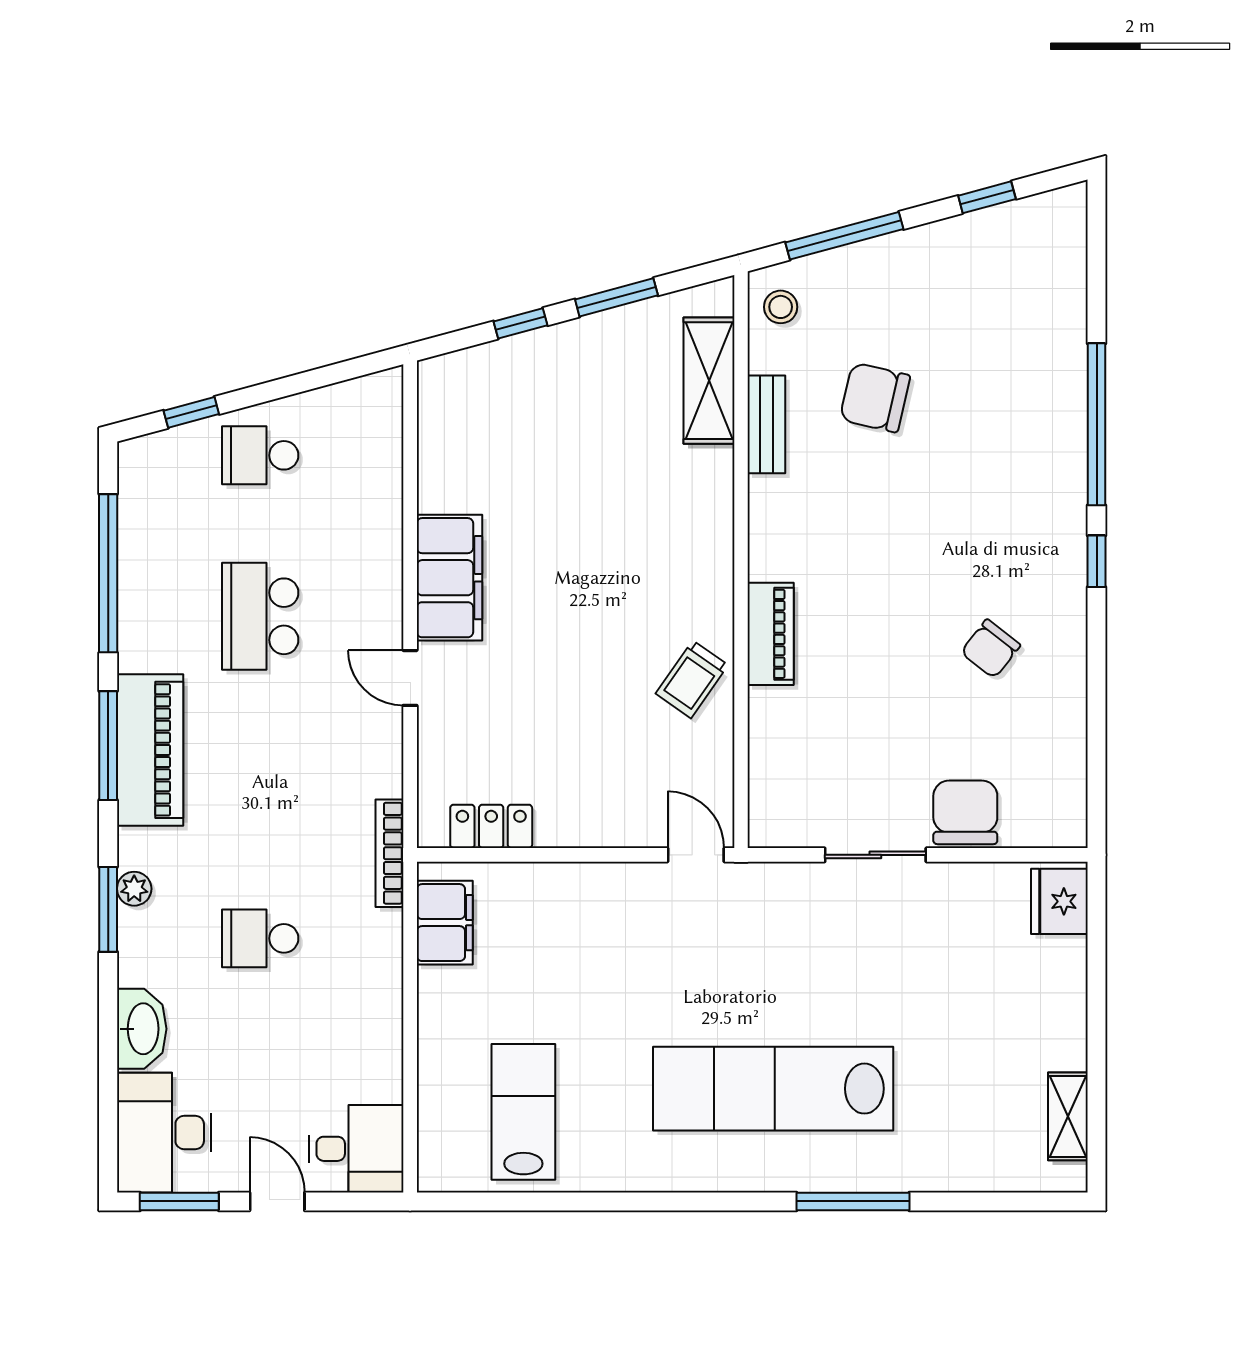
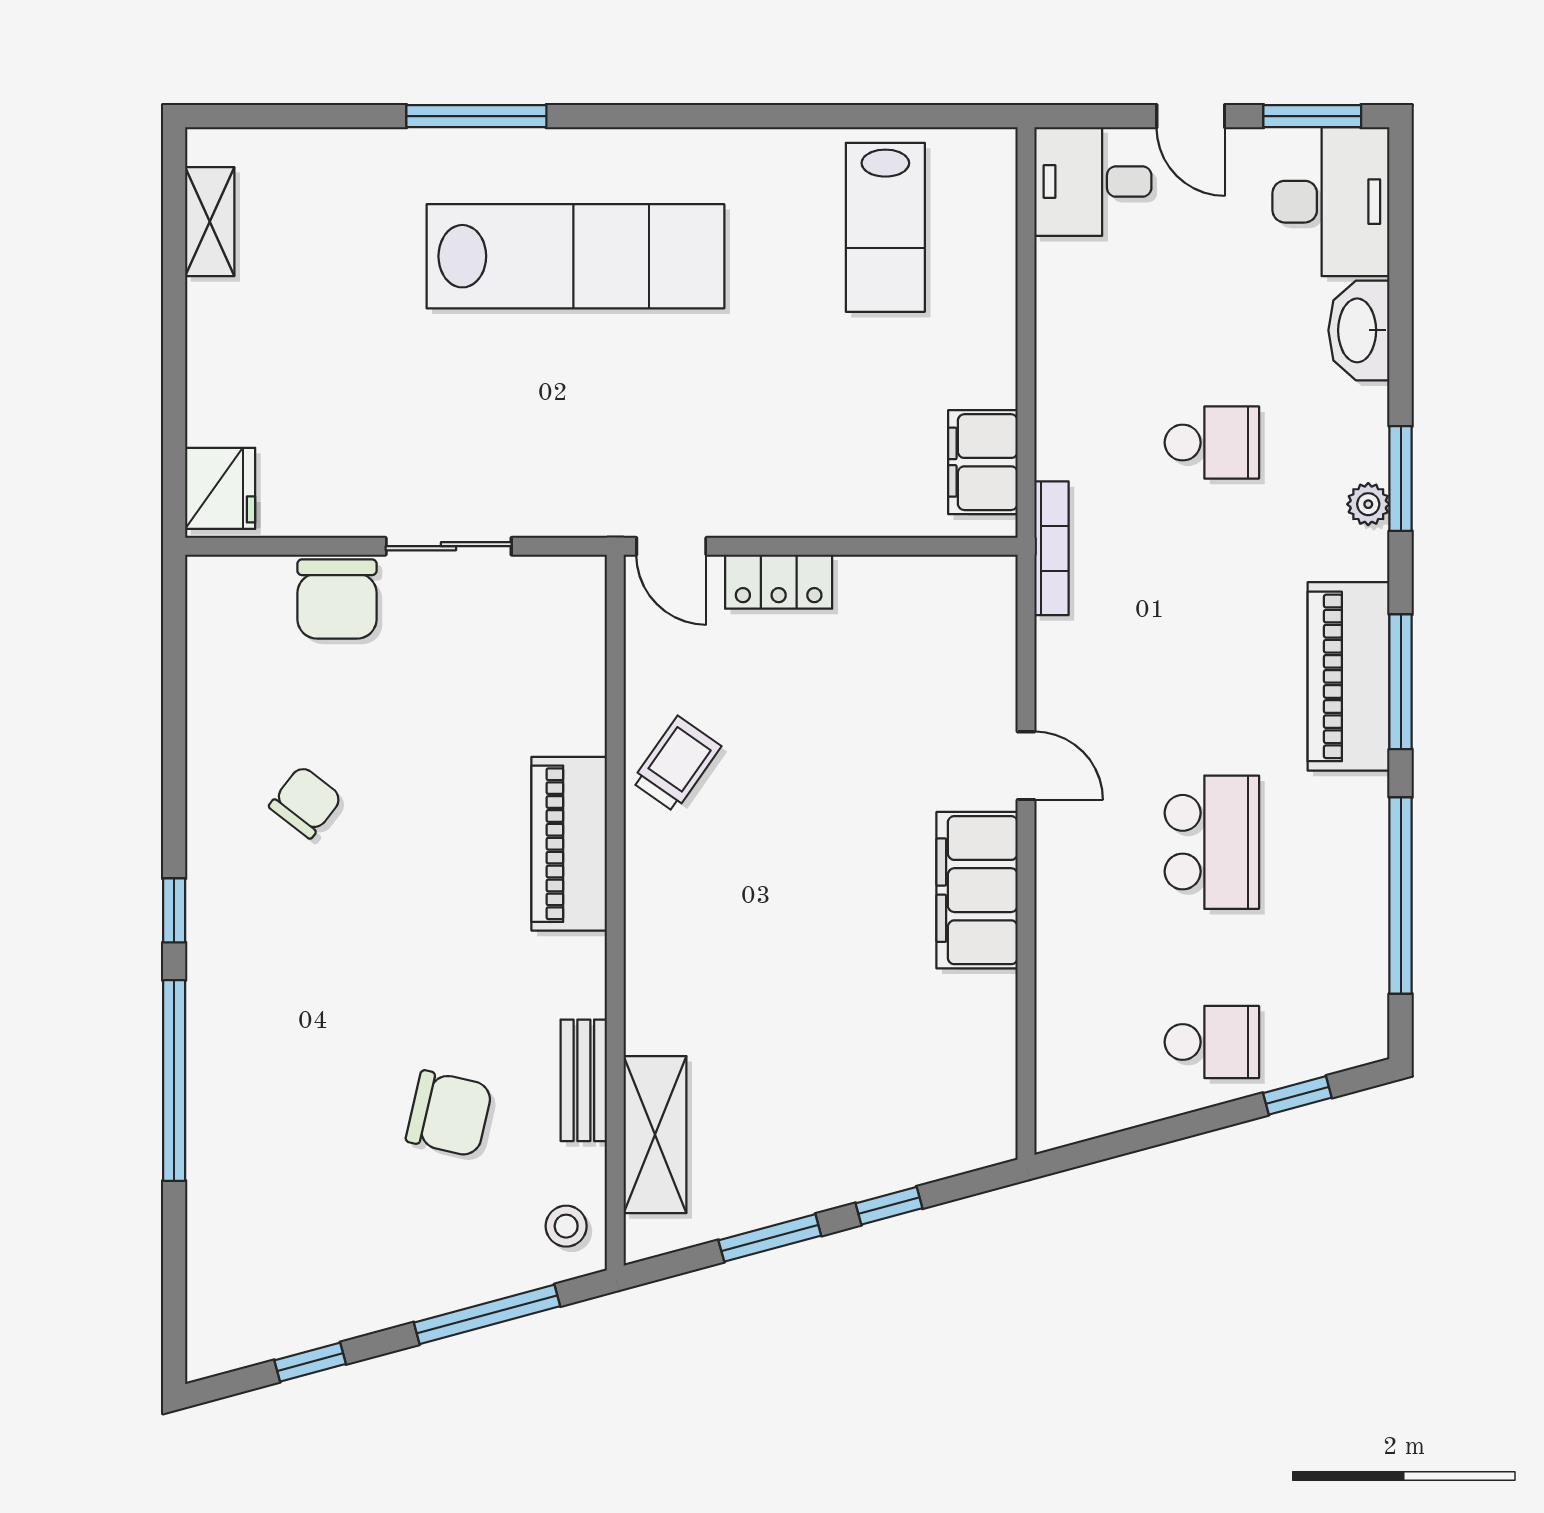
piano: (771, 634) -> (569, 844), width x1.37, depth x1.33
locker: (491, 826) -> (779, 582), moved

